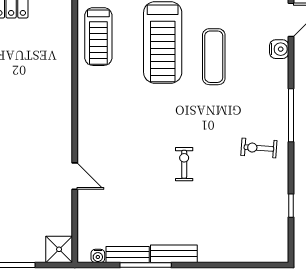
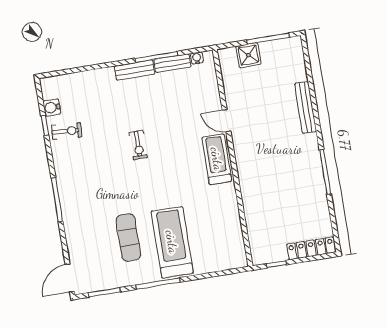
treadmill: (98, 37) -> (217, 159), moved
water cooler: (279, 49) -> (52, 108), moved
exercise bike: (259, 148) -> (67, 131), moved
shower: (59, 249) -> (248, 55), moved

